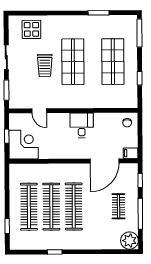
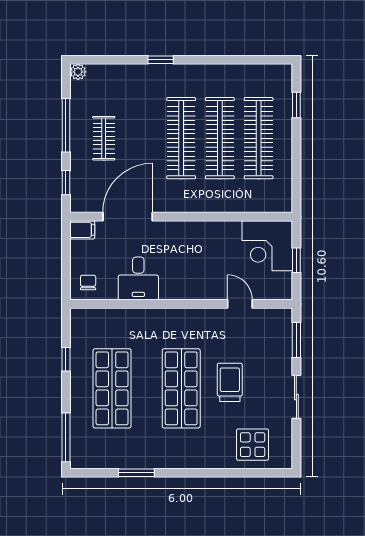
desk: (82, 125) -> (138, 278), moved
plant: (129, 241) -> (78, 72), width x0.53, depth x0.53
window: (55, 252) -> (161, 60), moved

